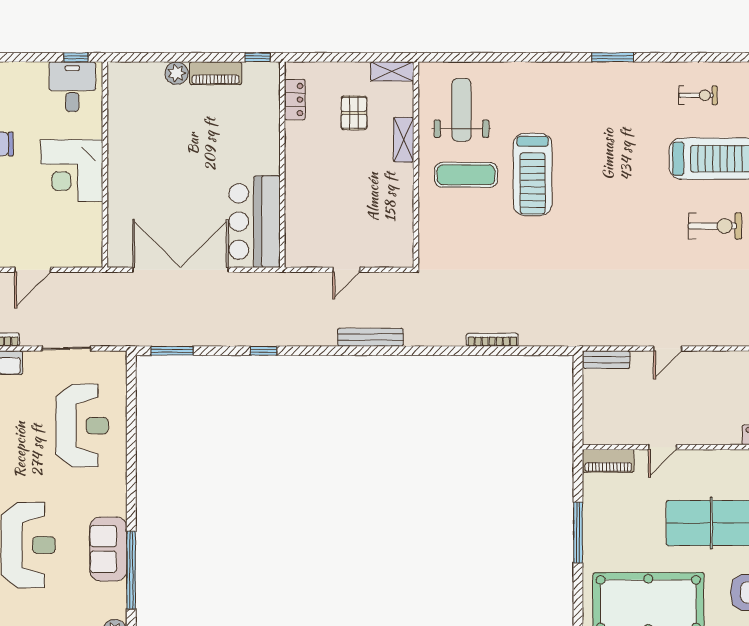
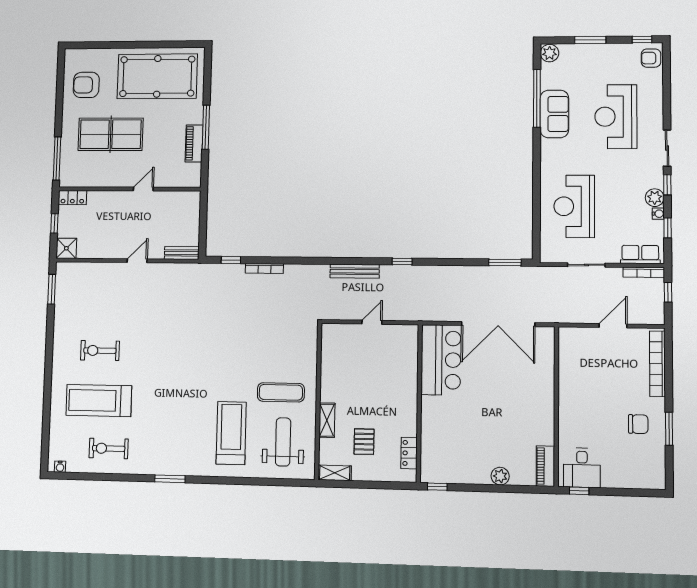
piano: (216, 73) -> (545, 466), moved, turned -90
exercise bike: (698, 95) -> (109, 448), width x1.38, depth x1.39
weight bench: (461, 110) -> (283, 442), turned 180
corner desk: (72, 171) -> (582, 402), removed
treadmill: (533, 174) -> (231, 433), moved
window: (264, 351) -> (402, 262), moved
window: (538, 351) -> (231, 260), added
piano: (608, 461) -> (194, 143), moved, turned -90

